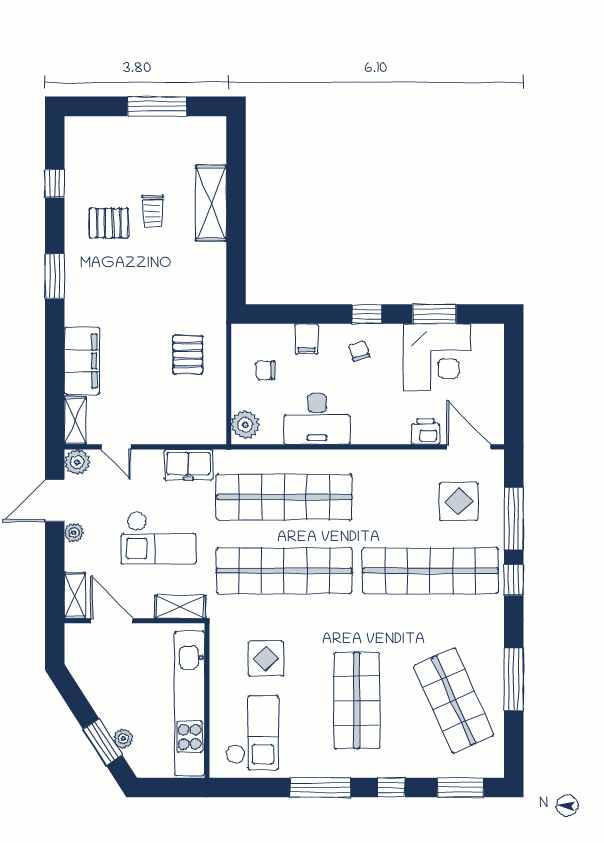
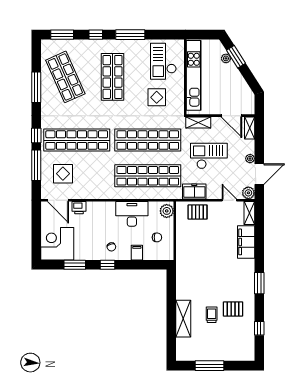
pallet: (188, 355) -> (198, 212), moved, turned 90
corner desk: (437, 357) -> (57, 244), moved

